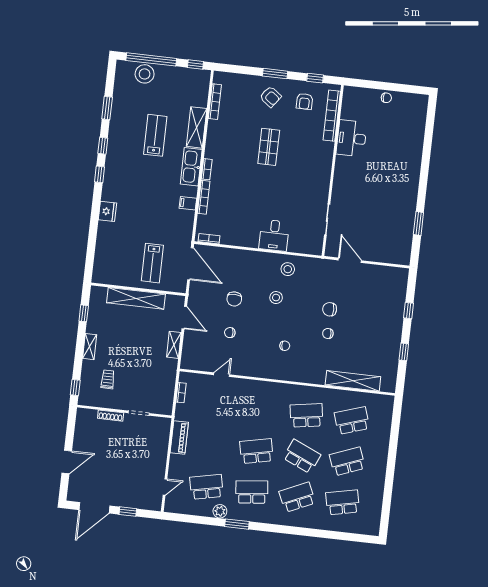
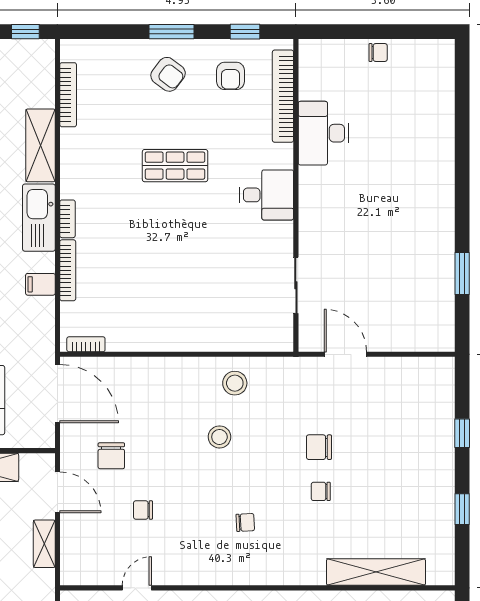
shop shelf: (269, 147) -> (175, 166), turned 90
desk: (274, 235) -> (266, 195), moved, turned -90
chair: (234, 299) -> (111, 456), moved

